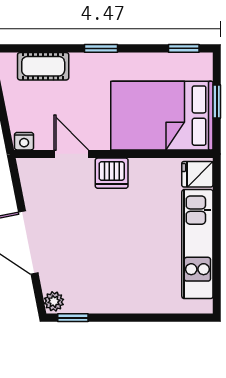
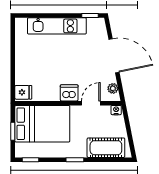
cot: (43, 66) -> (106, 148), width x1.37, depth x1.34
door: (71, 154) -> (91, 103), swing flipped
kitchen unit: (197, 244) -> (57, 26), moved, turned 90
plant: (54, 301) -> (113, 88), moved

